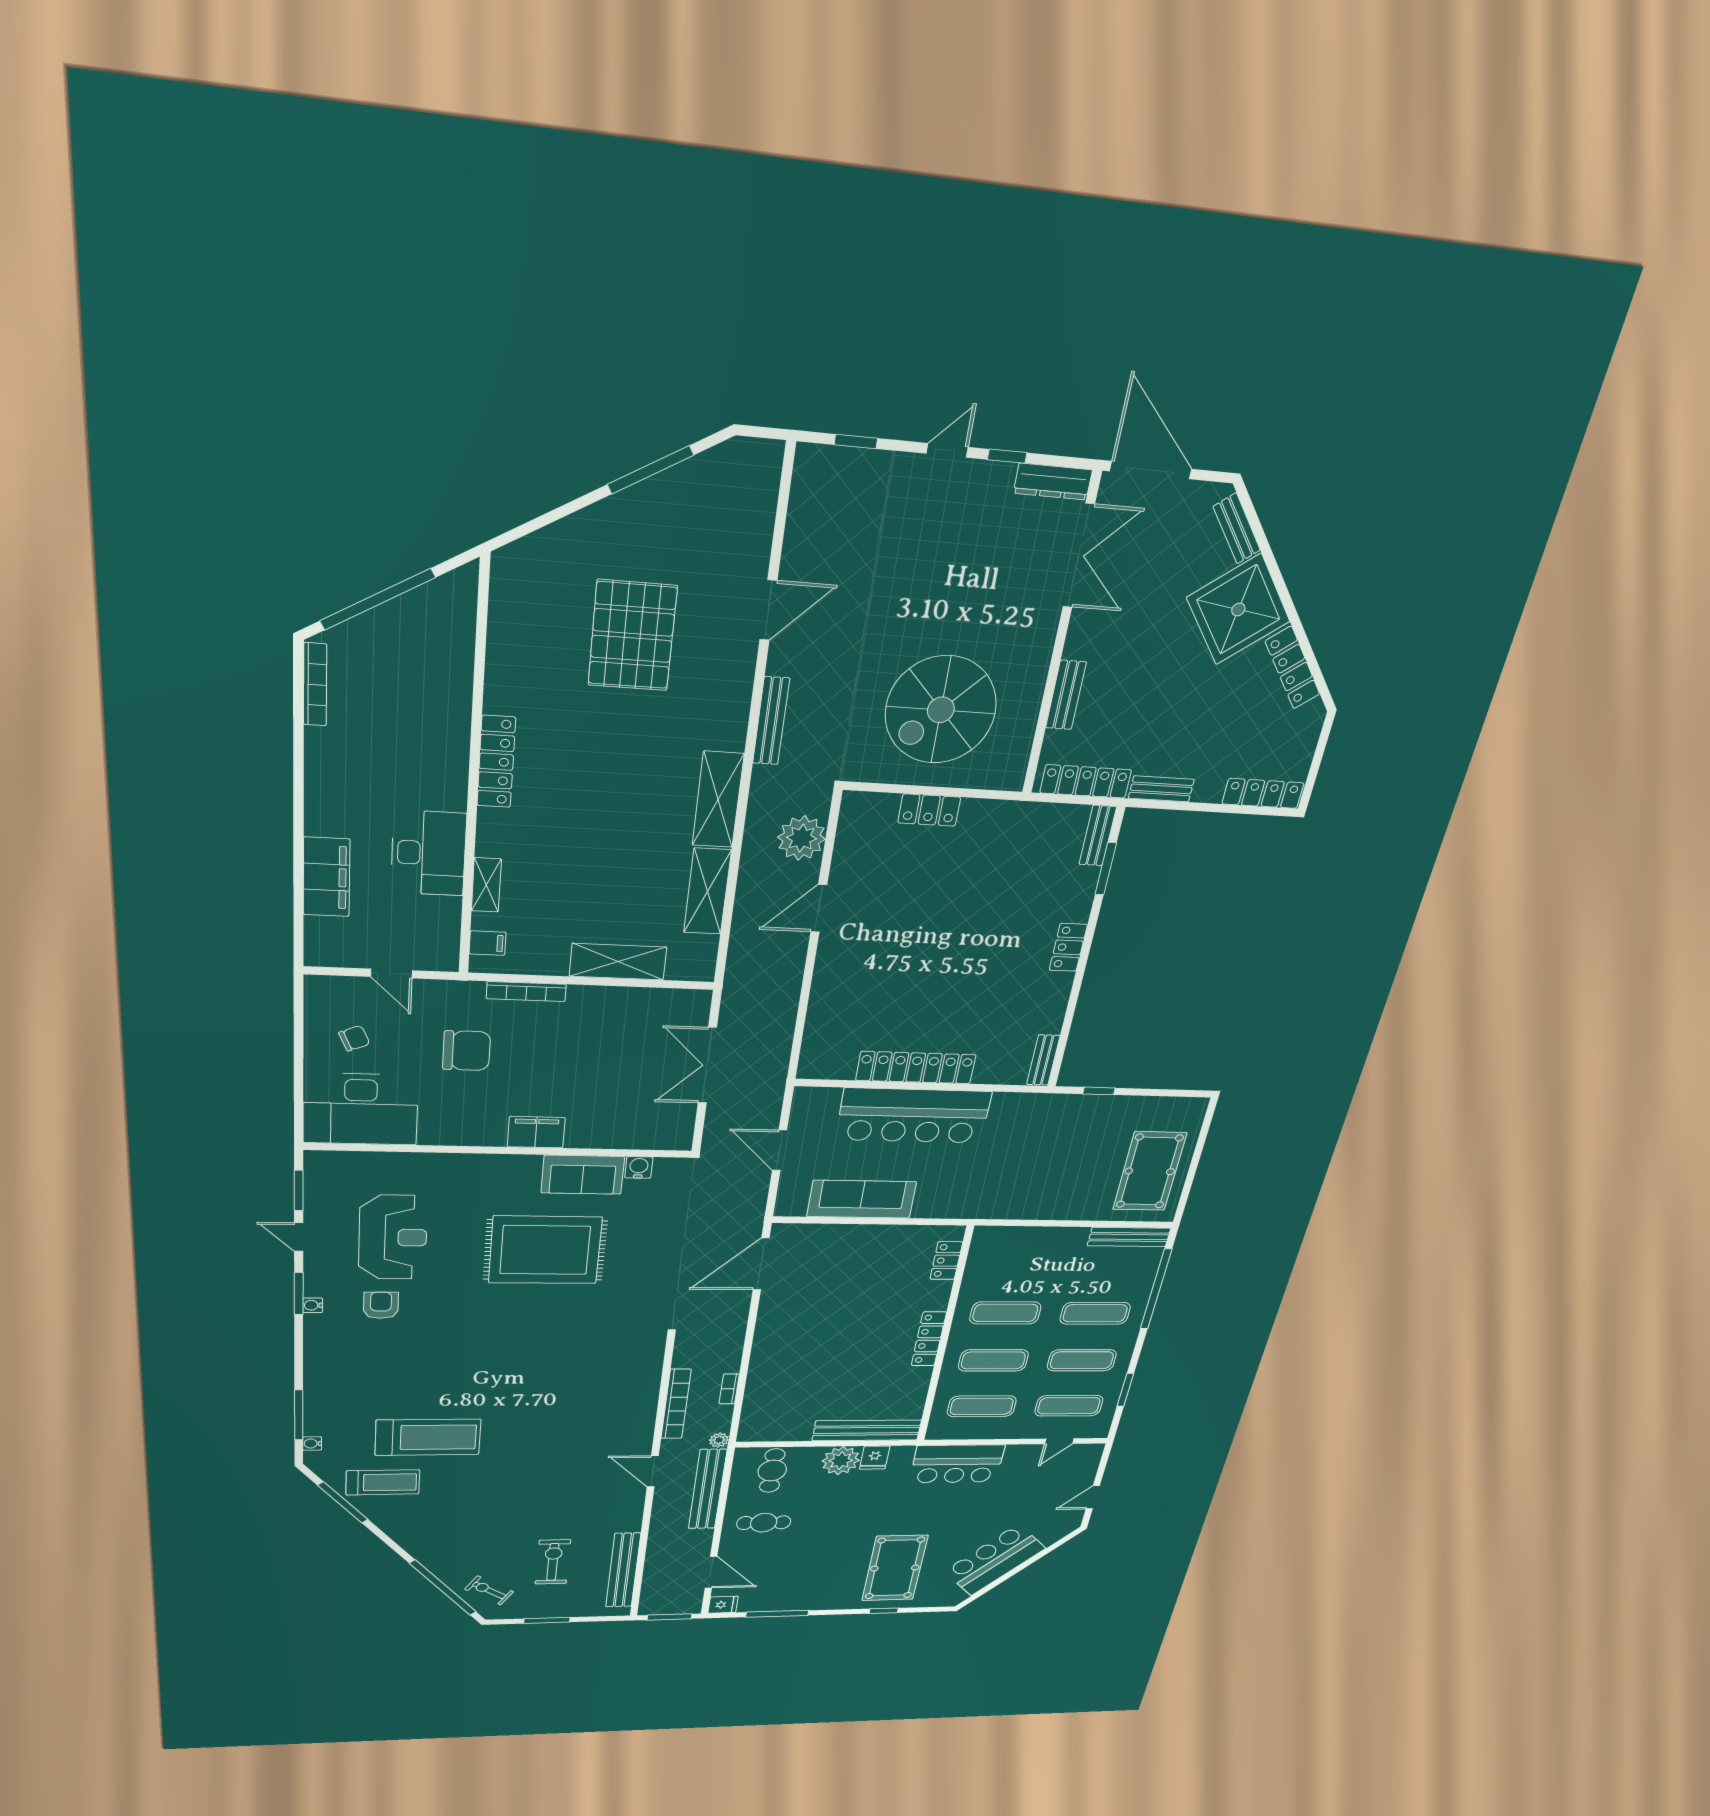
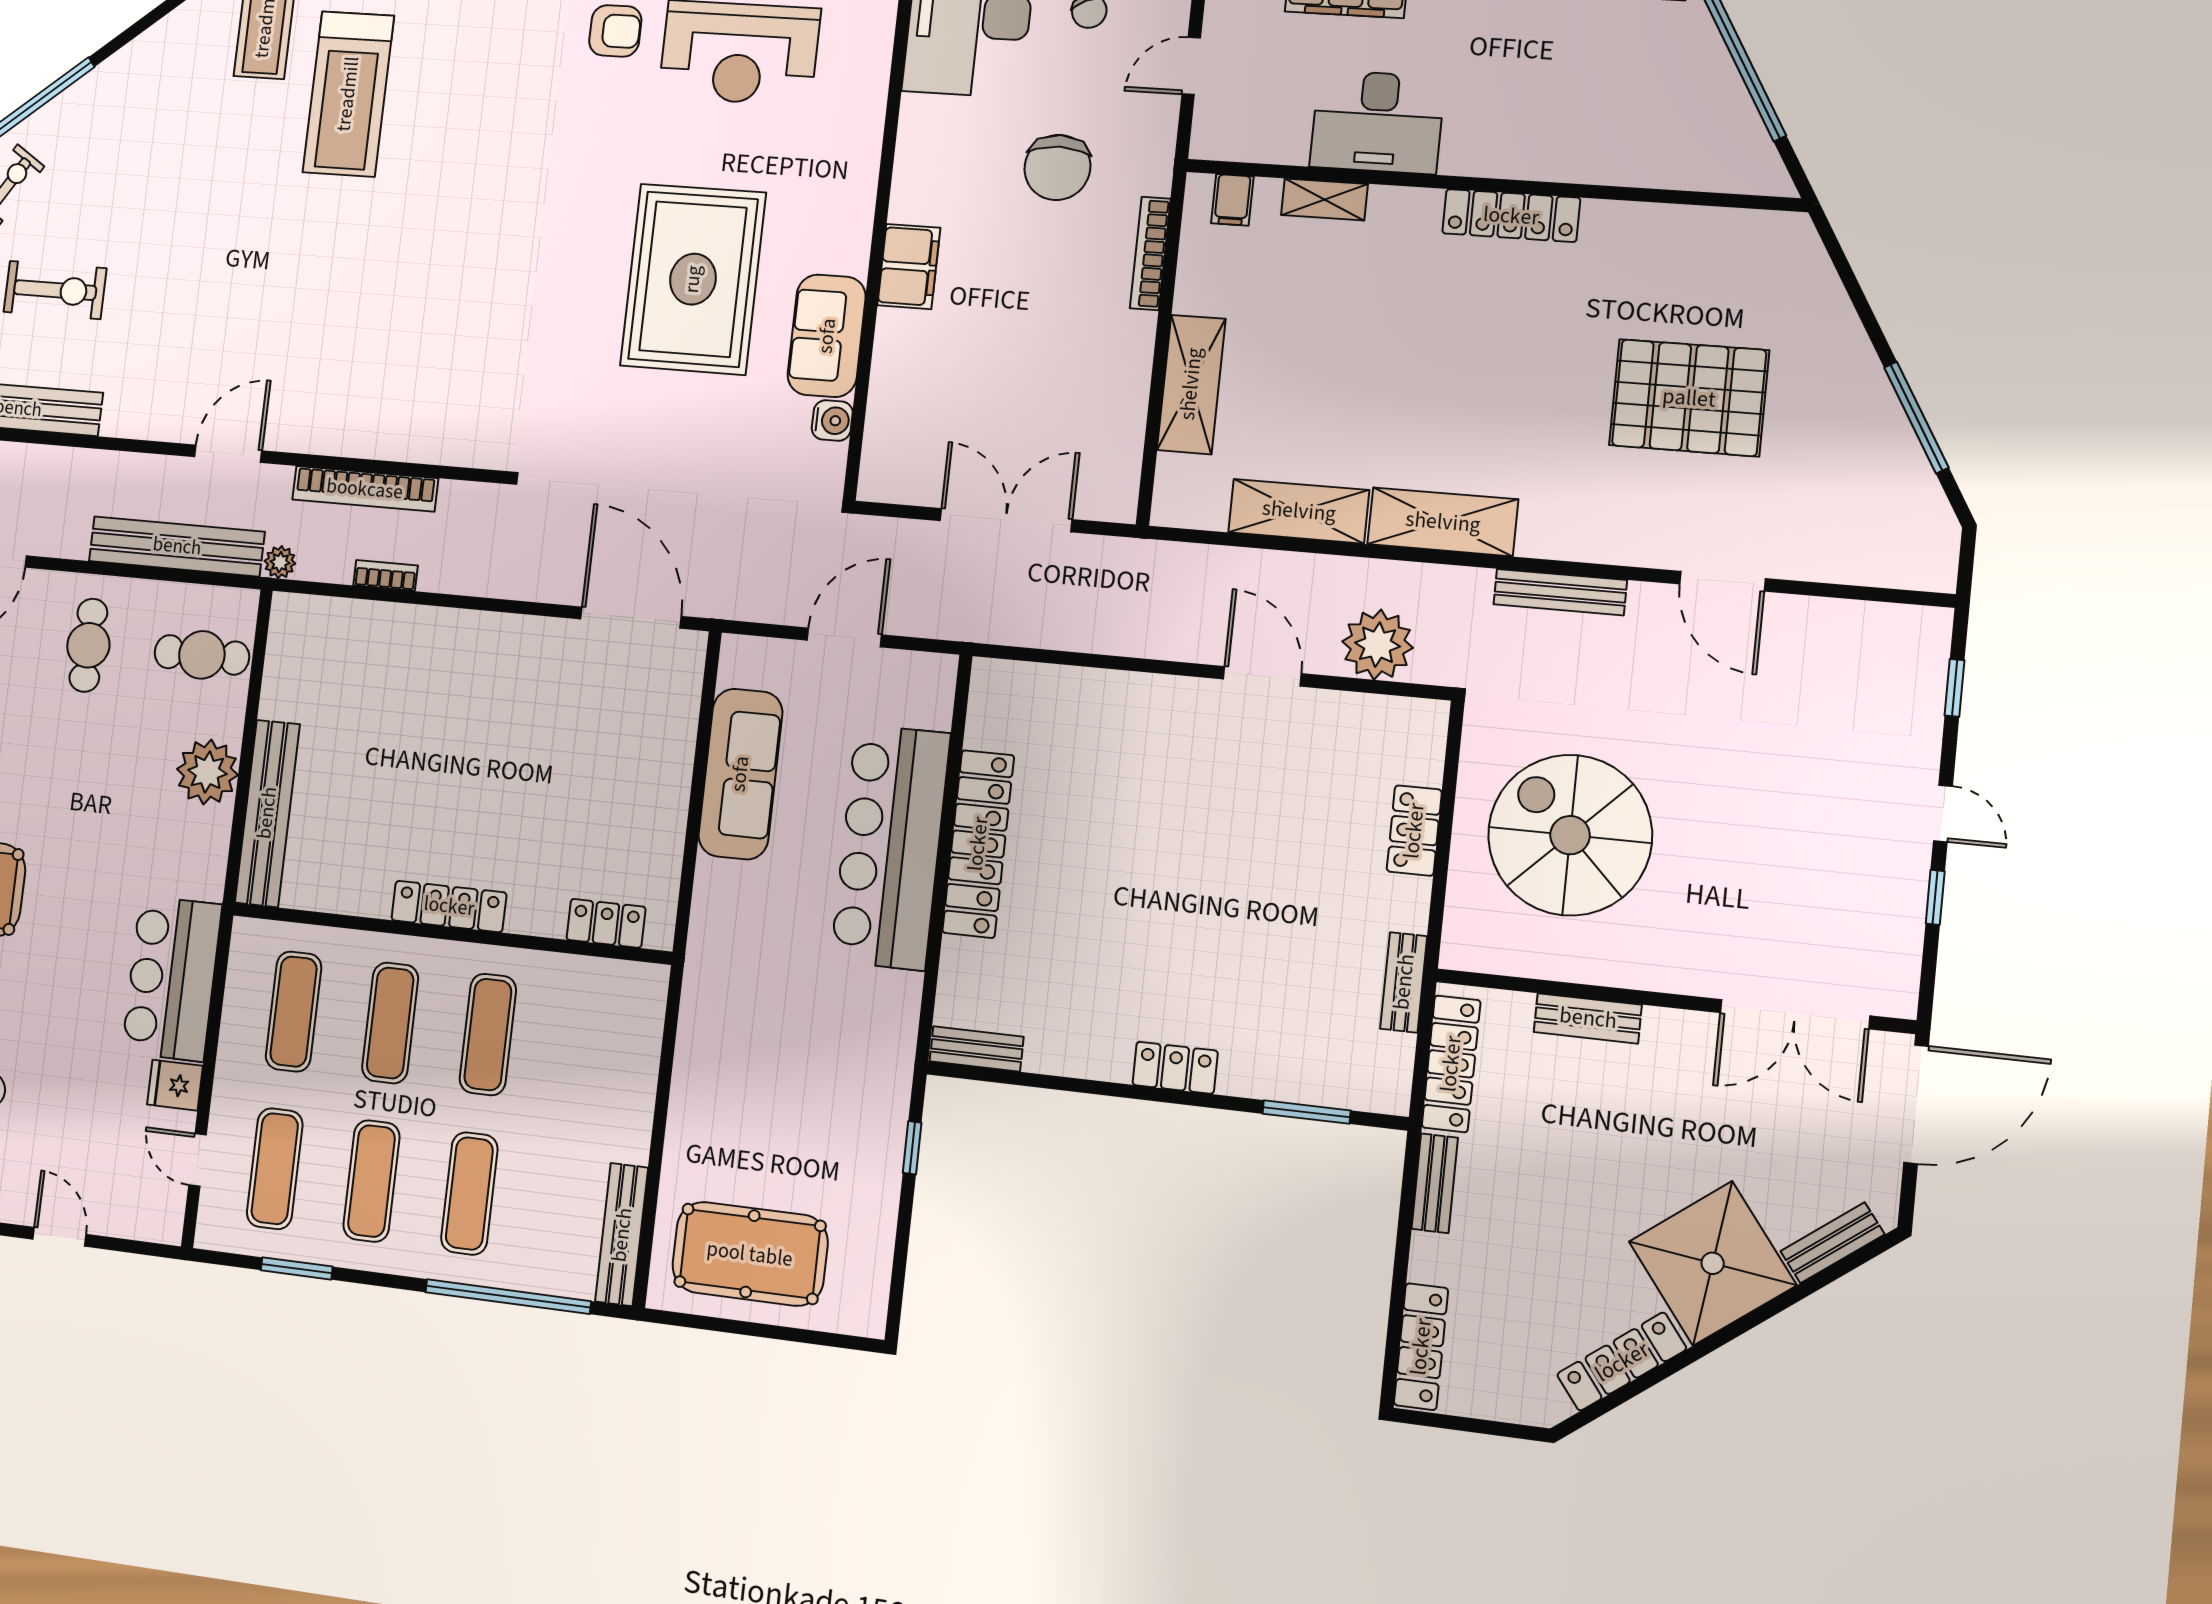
dresser: (1053, 482) -> (1900, 965), removed
bench: (1098, 836) -> (1404, 982), moved, turned 90
fridge: (875, 1458) -> (175, 1085), moved

